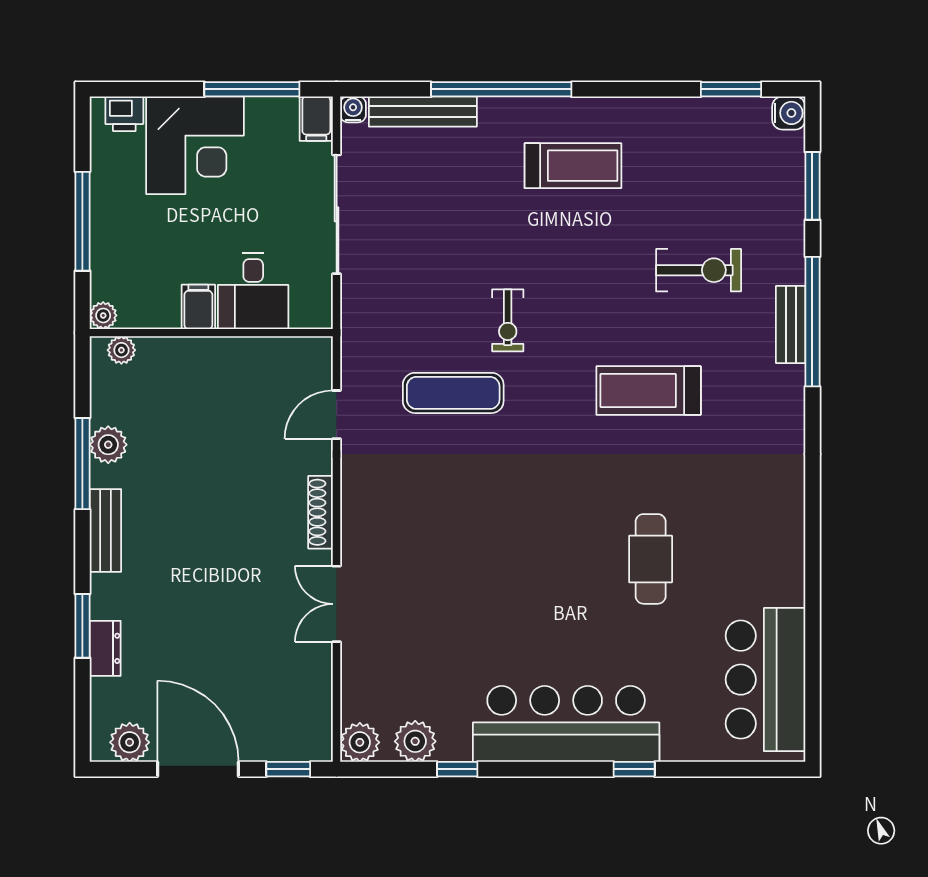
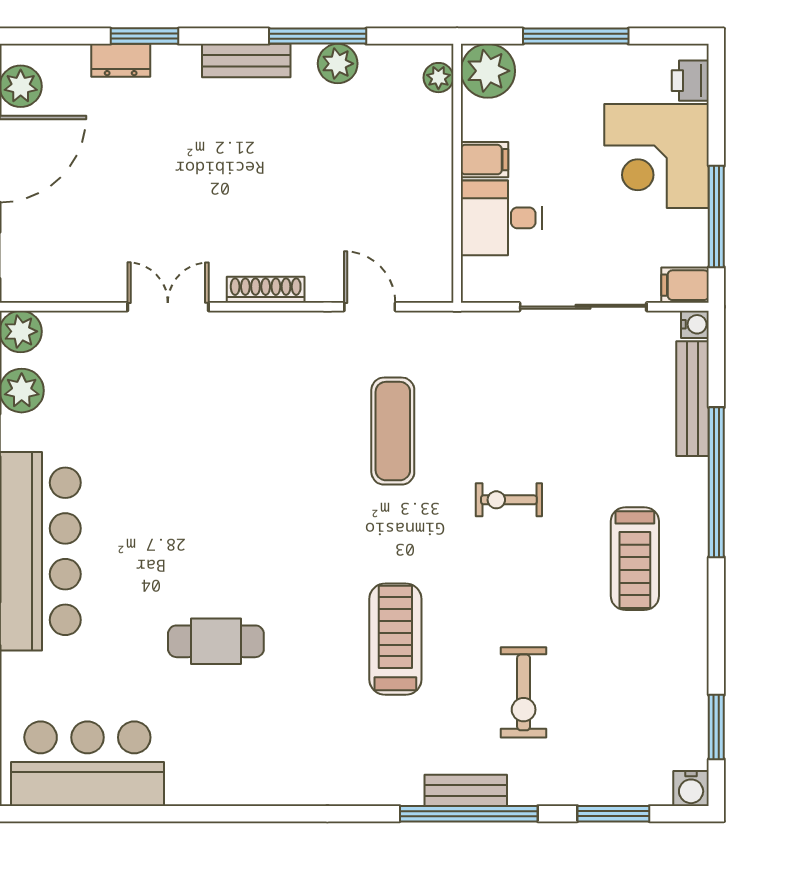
plant: (103, 315) -> (488, 71), width x1.87, depth x1.87
exercise bike: (508, 320) -> (509, 500), moved

